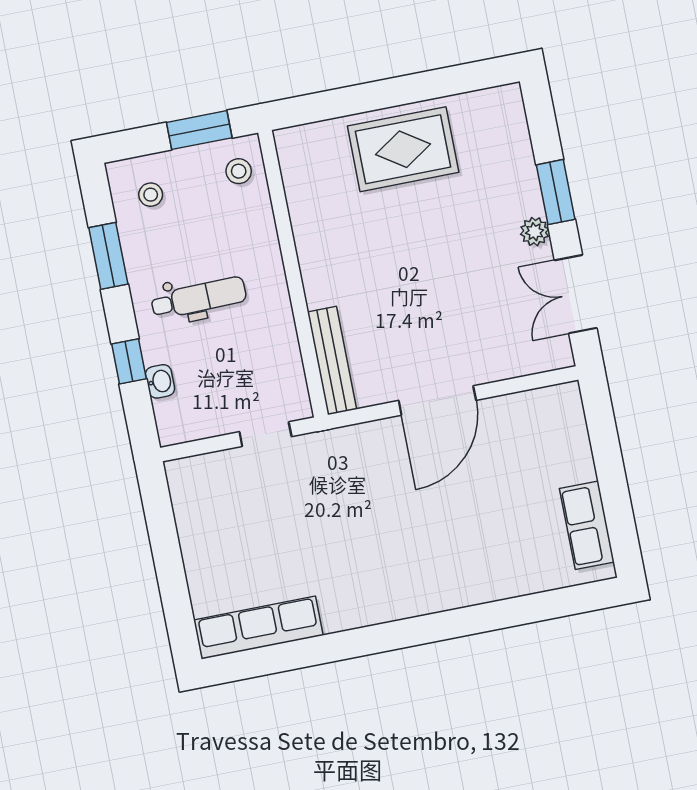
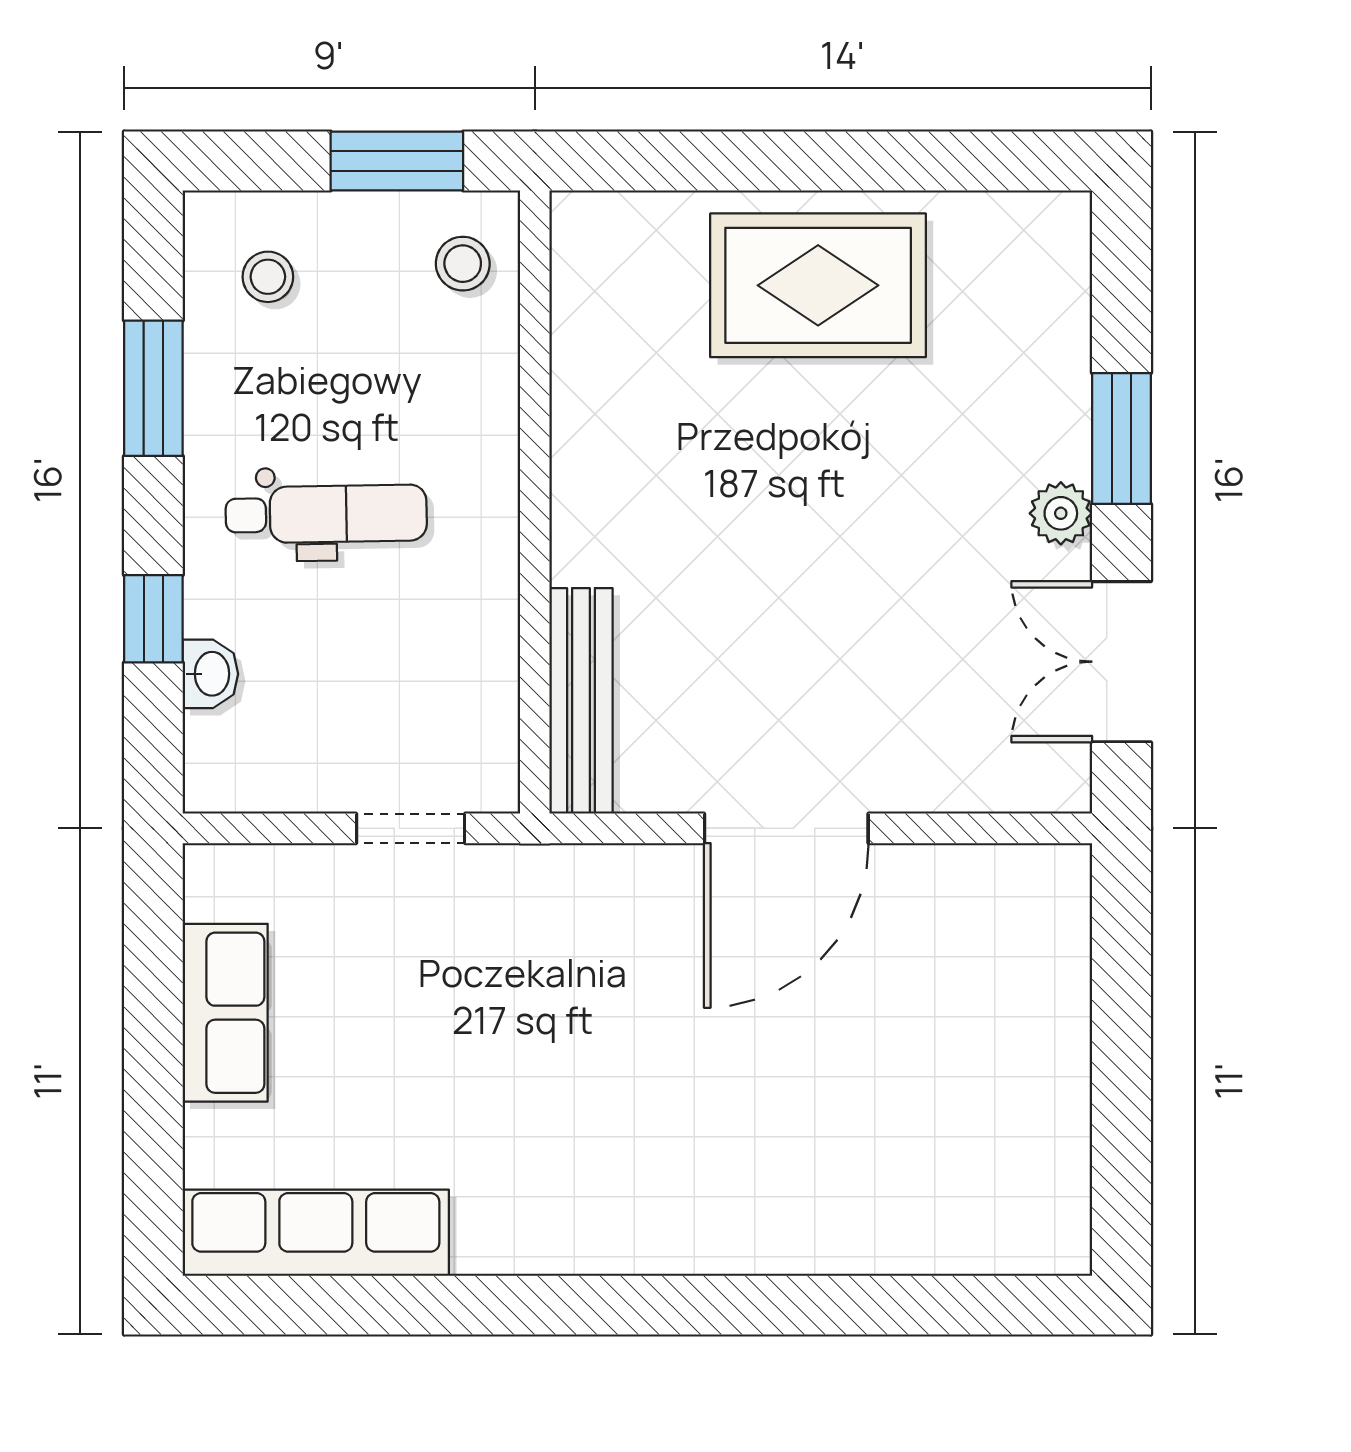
row of seats: (587, 525) -> (225, 1013), moved, turned 180

